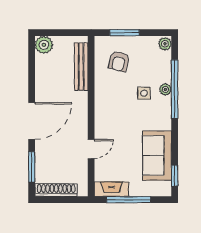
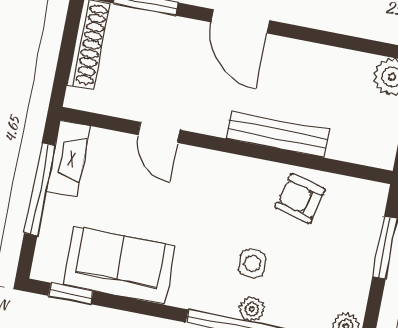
armchair: (119, 61) -> (300, 199), moved
bench: (81, 67) -> (277, 134), moved
door: (32, 121) -> (240, 21), width x0.73

